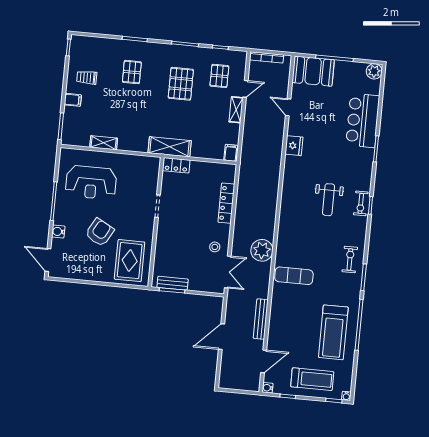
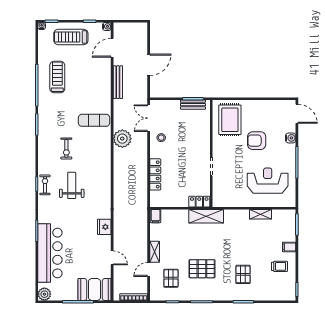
pallet: (181, 84) -> (202, 269), turned 90
bar counter: (363, 120) -> (50, 253), width x1.36
armchair: (100, 232) -> (257, 141), turned 61
exercise bike: (350, 259) -> (66, 148), moved
treadmill: (333, 332) -> (57, 77), width x0.73, depth x0.73

